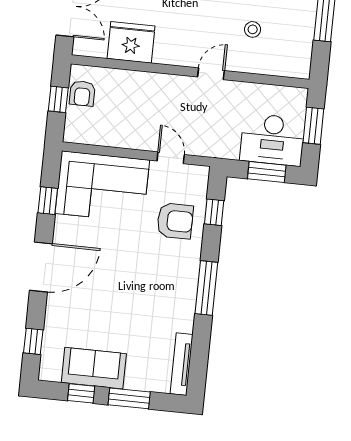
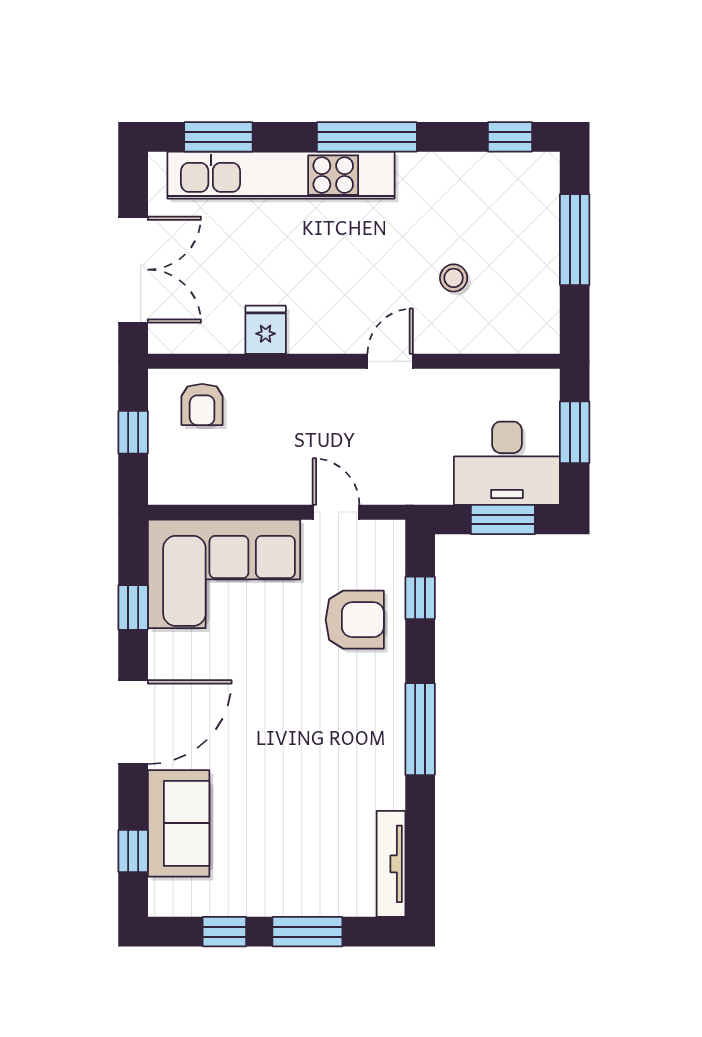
fridge: (131, 42) -> (266, 330), width x0.53, depth x0.75
armchair: (82, 93) -> (202, 404), moved
sofa: (94, 368) -> (179, 823), moved, turned 90

